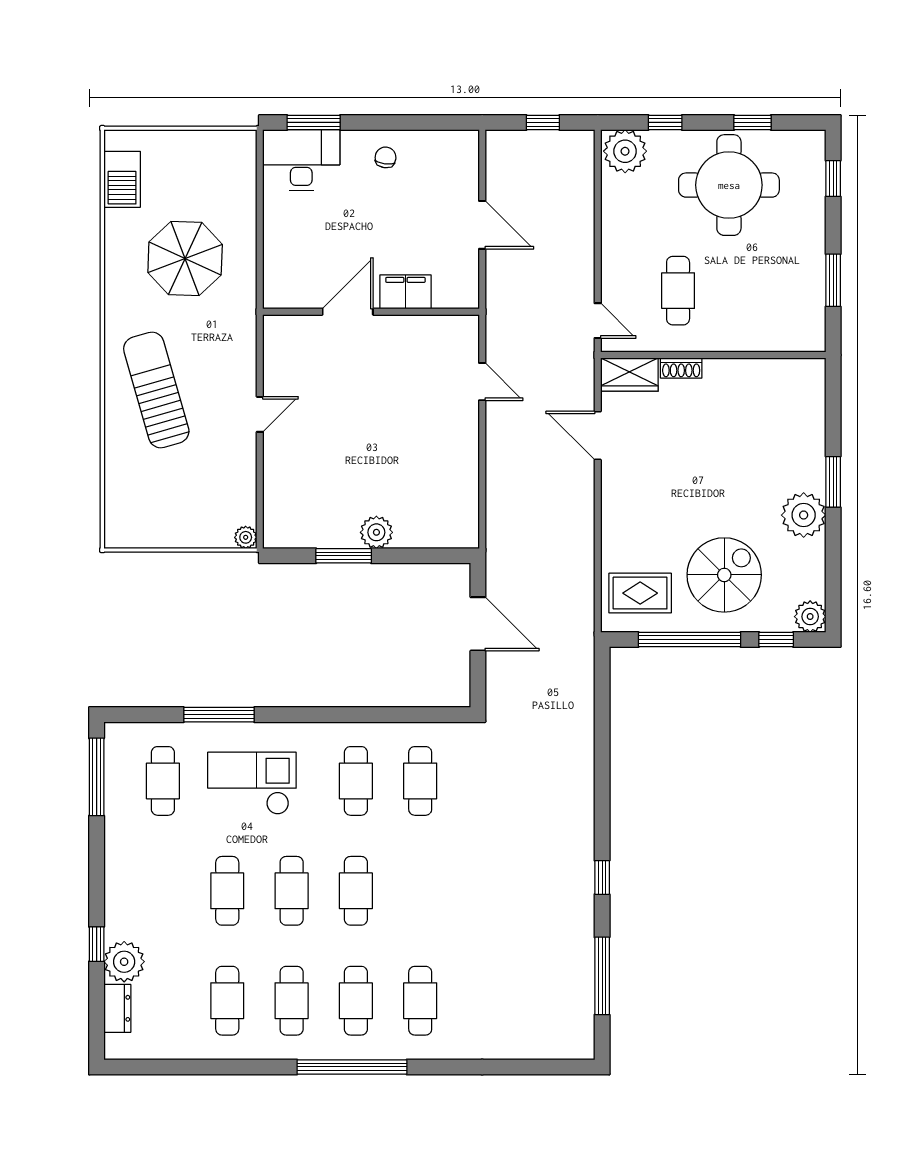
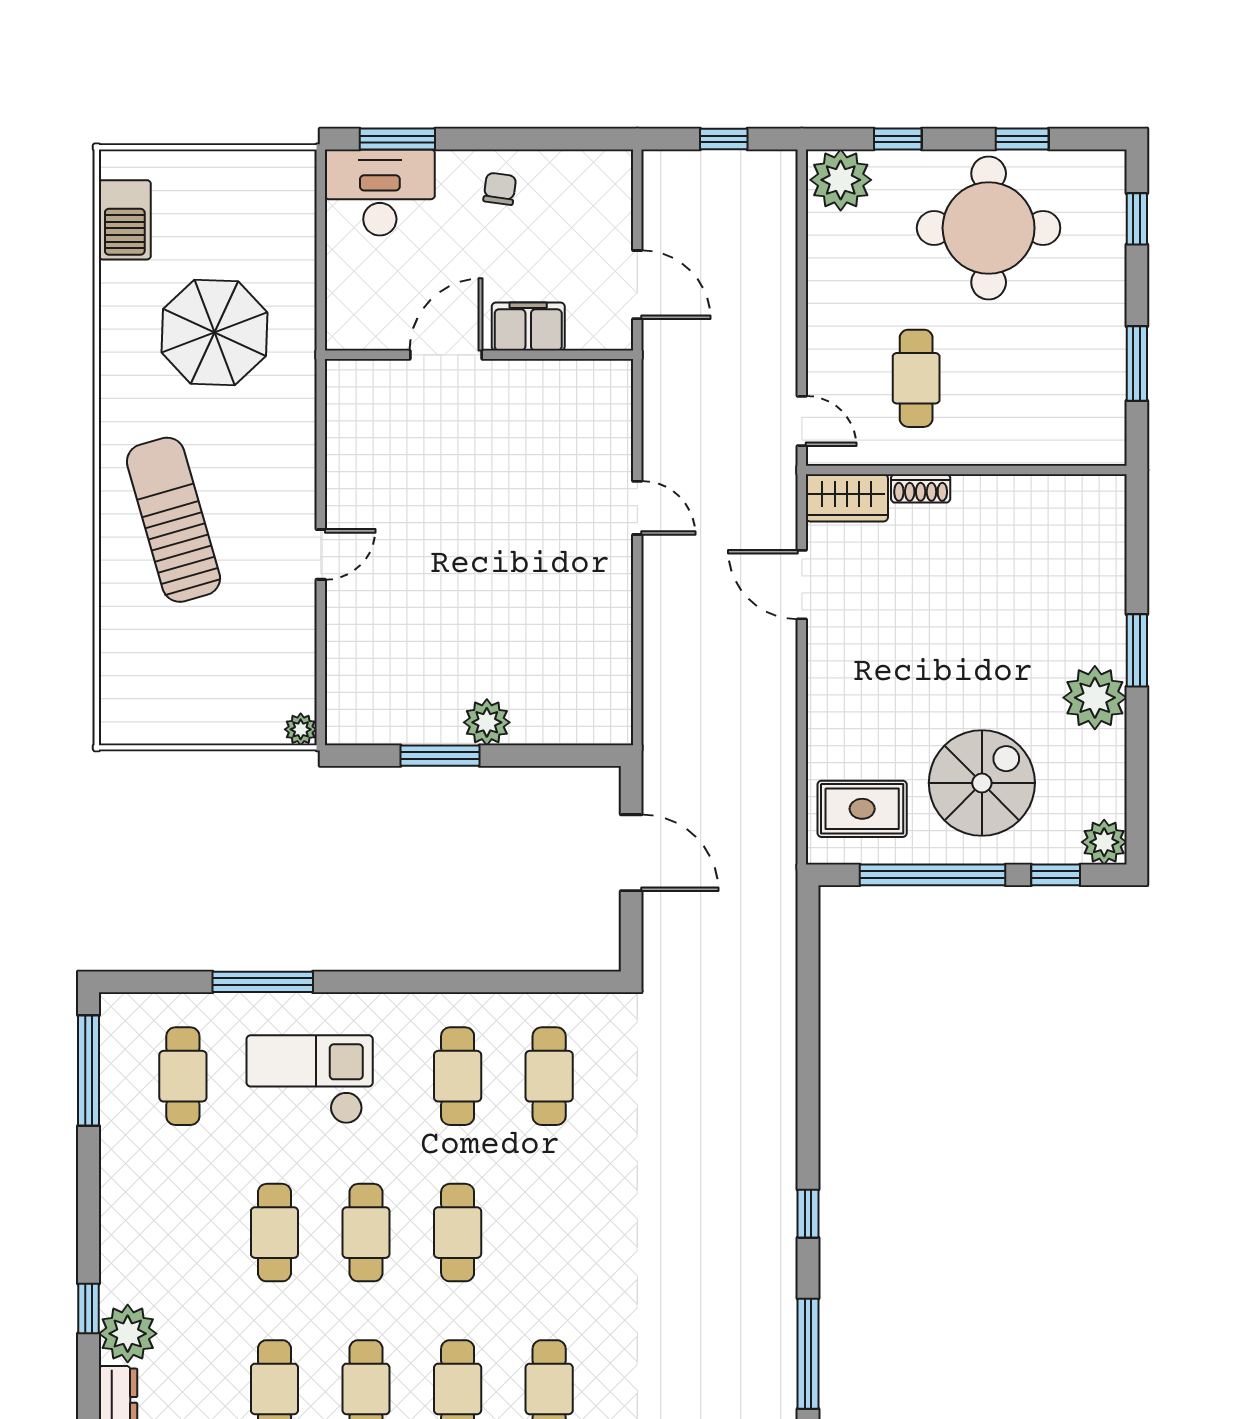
filing cabinet: (405, 292) -> (528, 327), moved
door: (348, 312) -> (446, 355), moved
wall: (371, 312) -> (479, 355), moved

